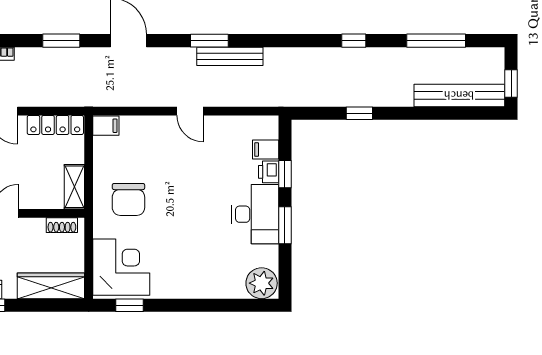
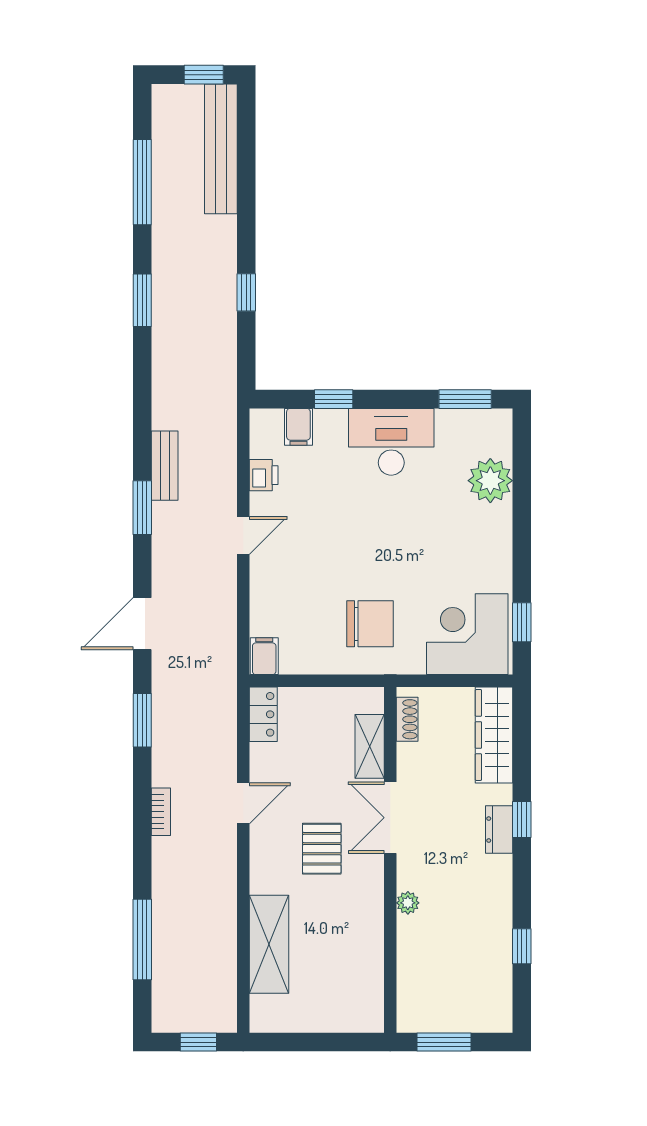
window: (354, 41) -> (142, 300), width x1.50
bench: (230, 56) -> (165, 466), width x0.73
locker: (55, 125) -> (263, 714), width x0.66
printer: (269, 172) -> (264, 475), moved, turned -90
shelving: (74, 187) -> (370, 746), moved, turned 90
window: (285, 225) -> (465, 399), moved
plant: (262, 283) -> (490, 481), moved

